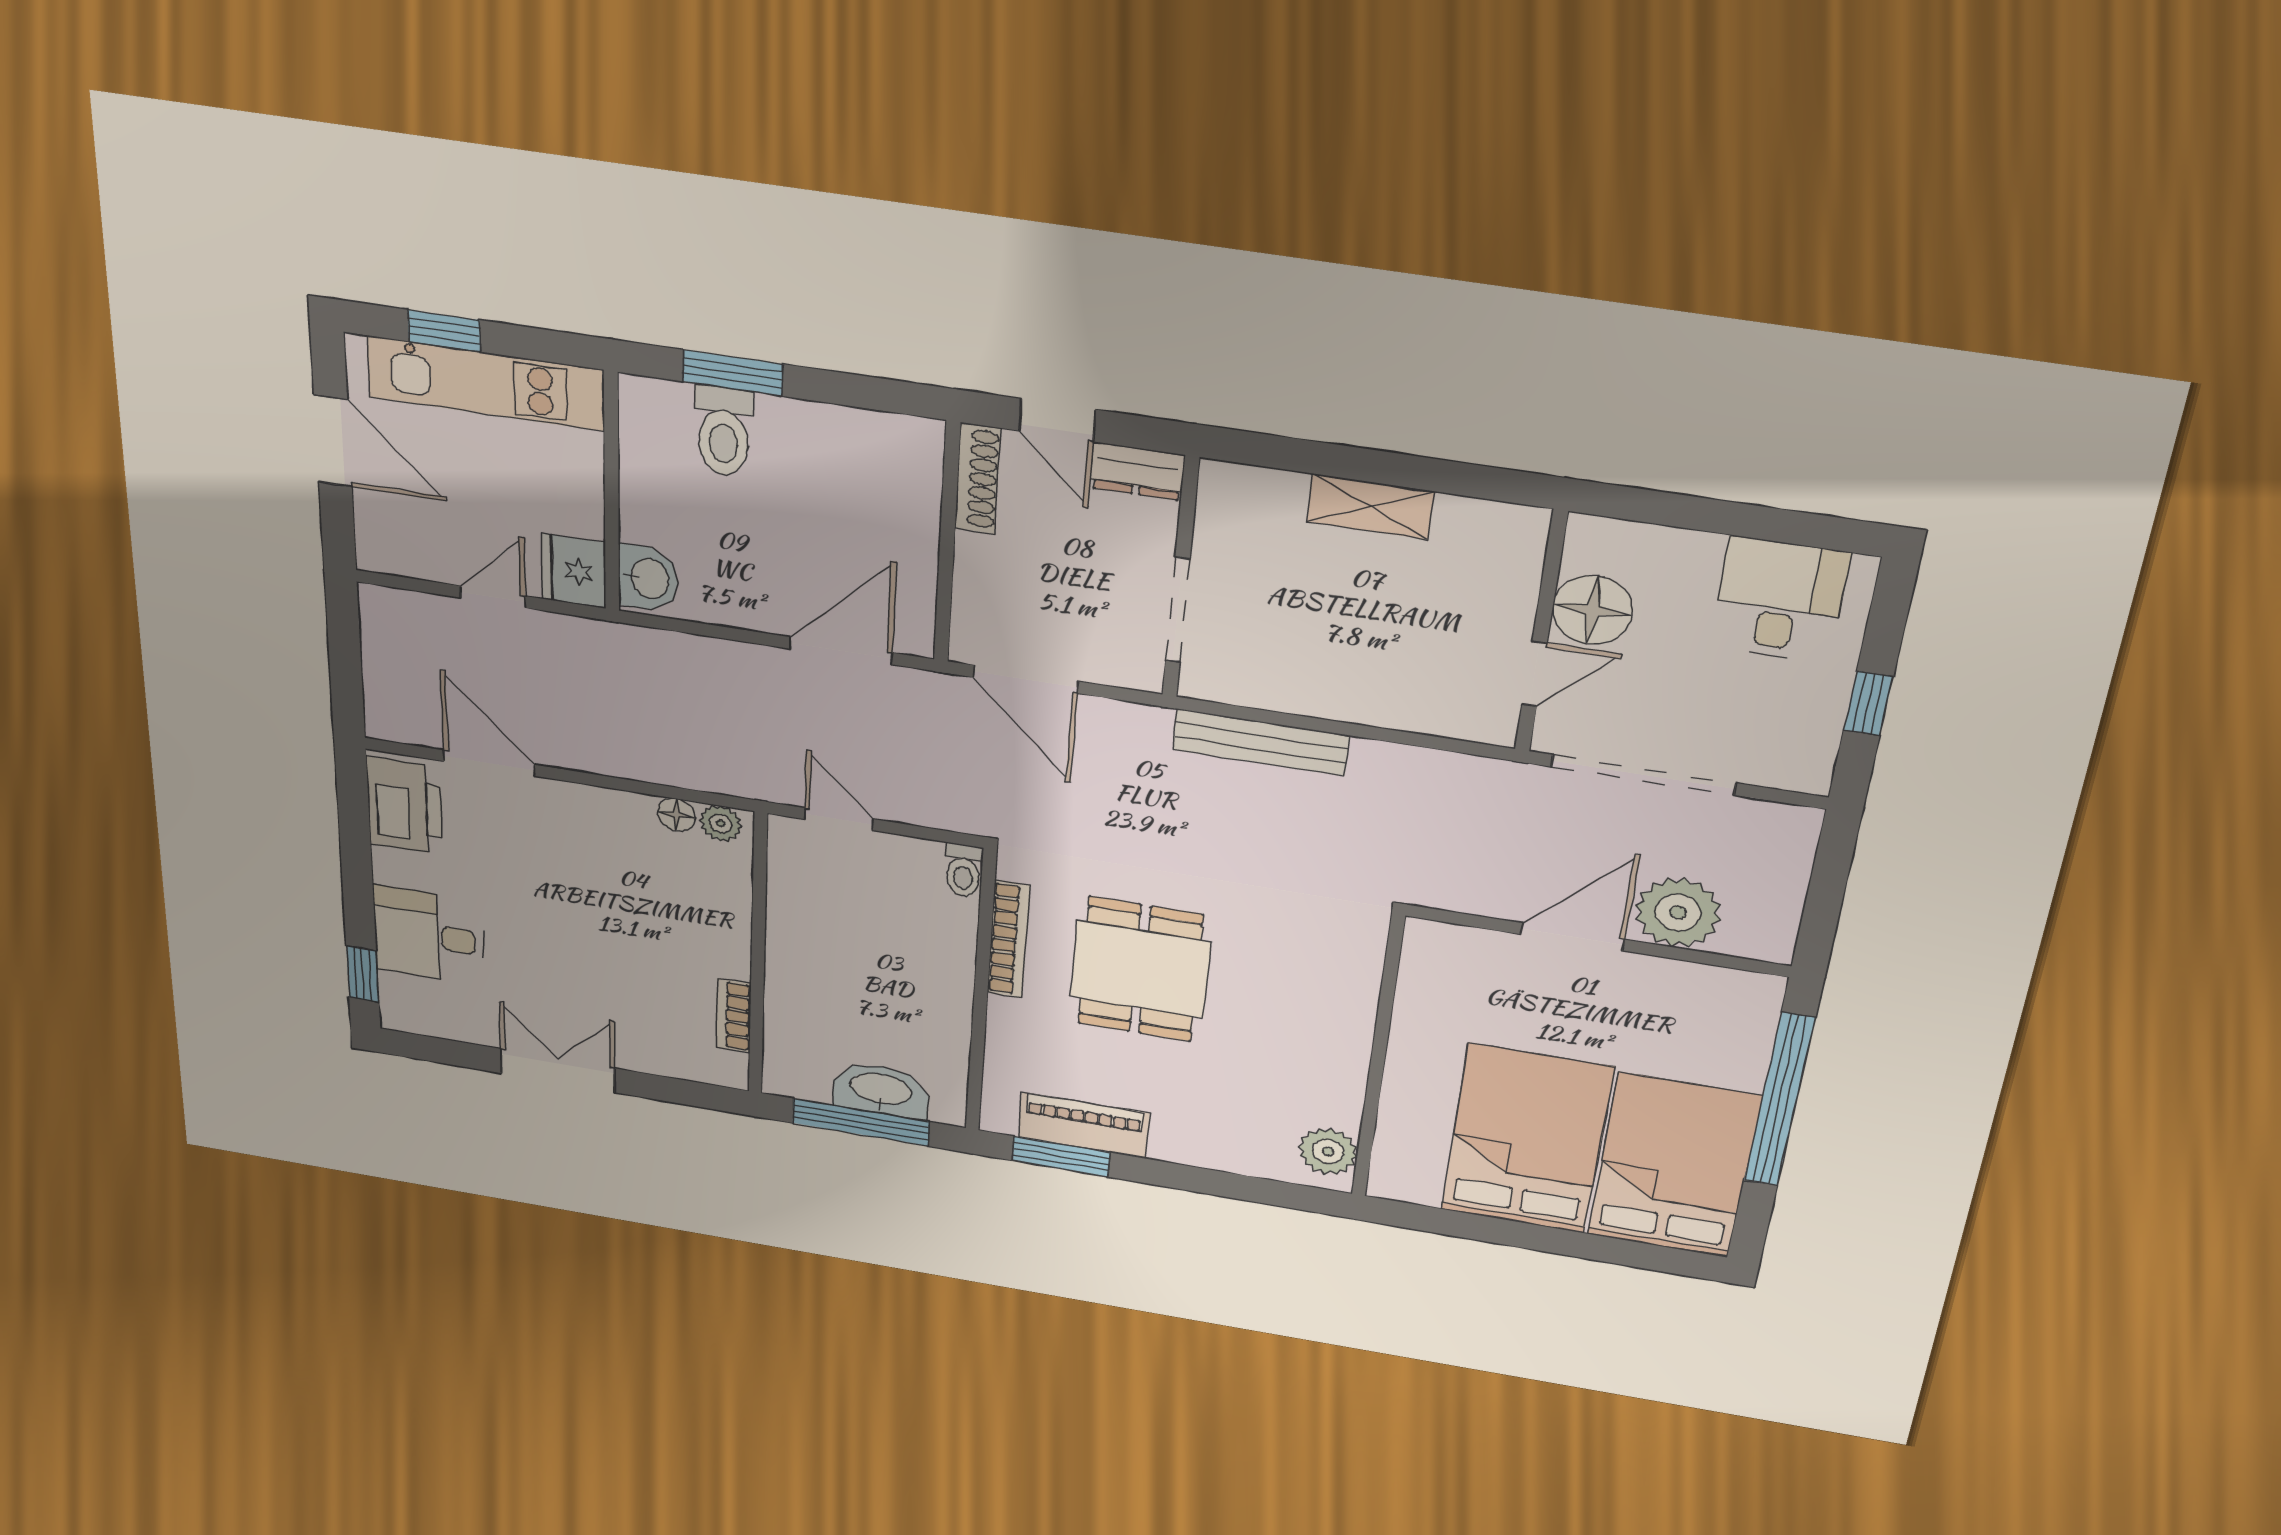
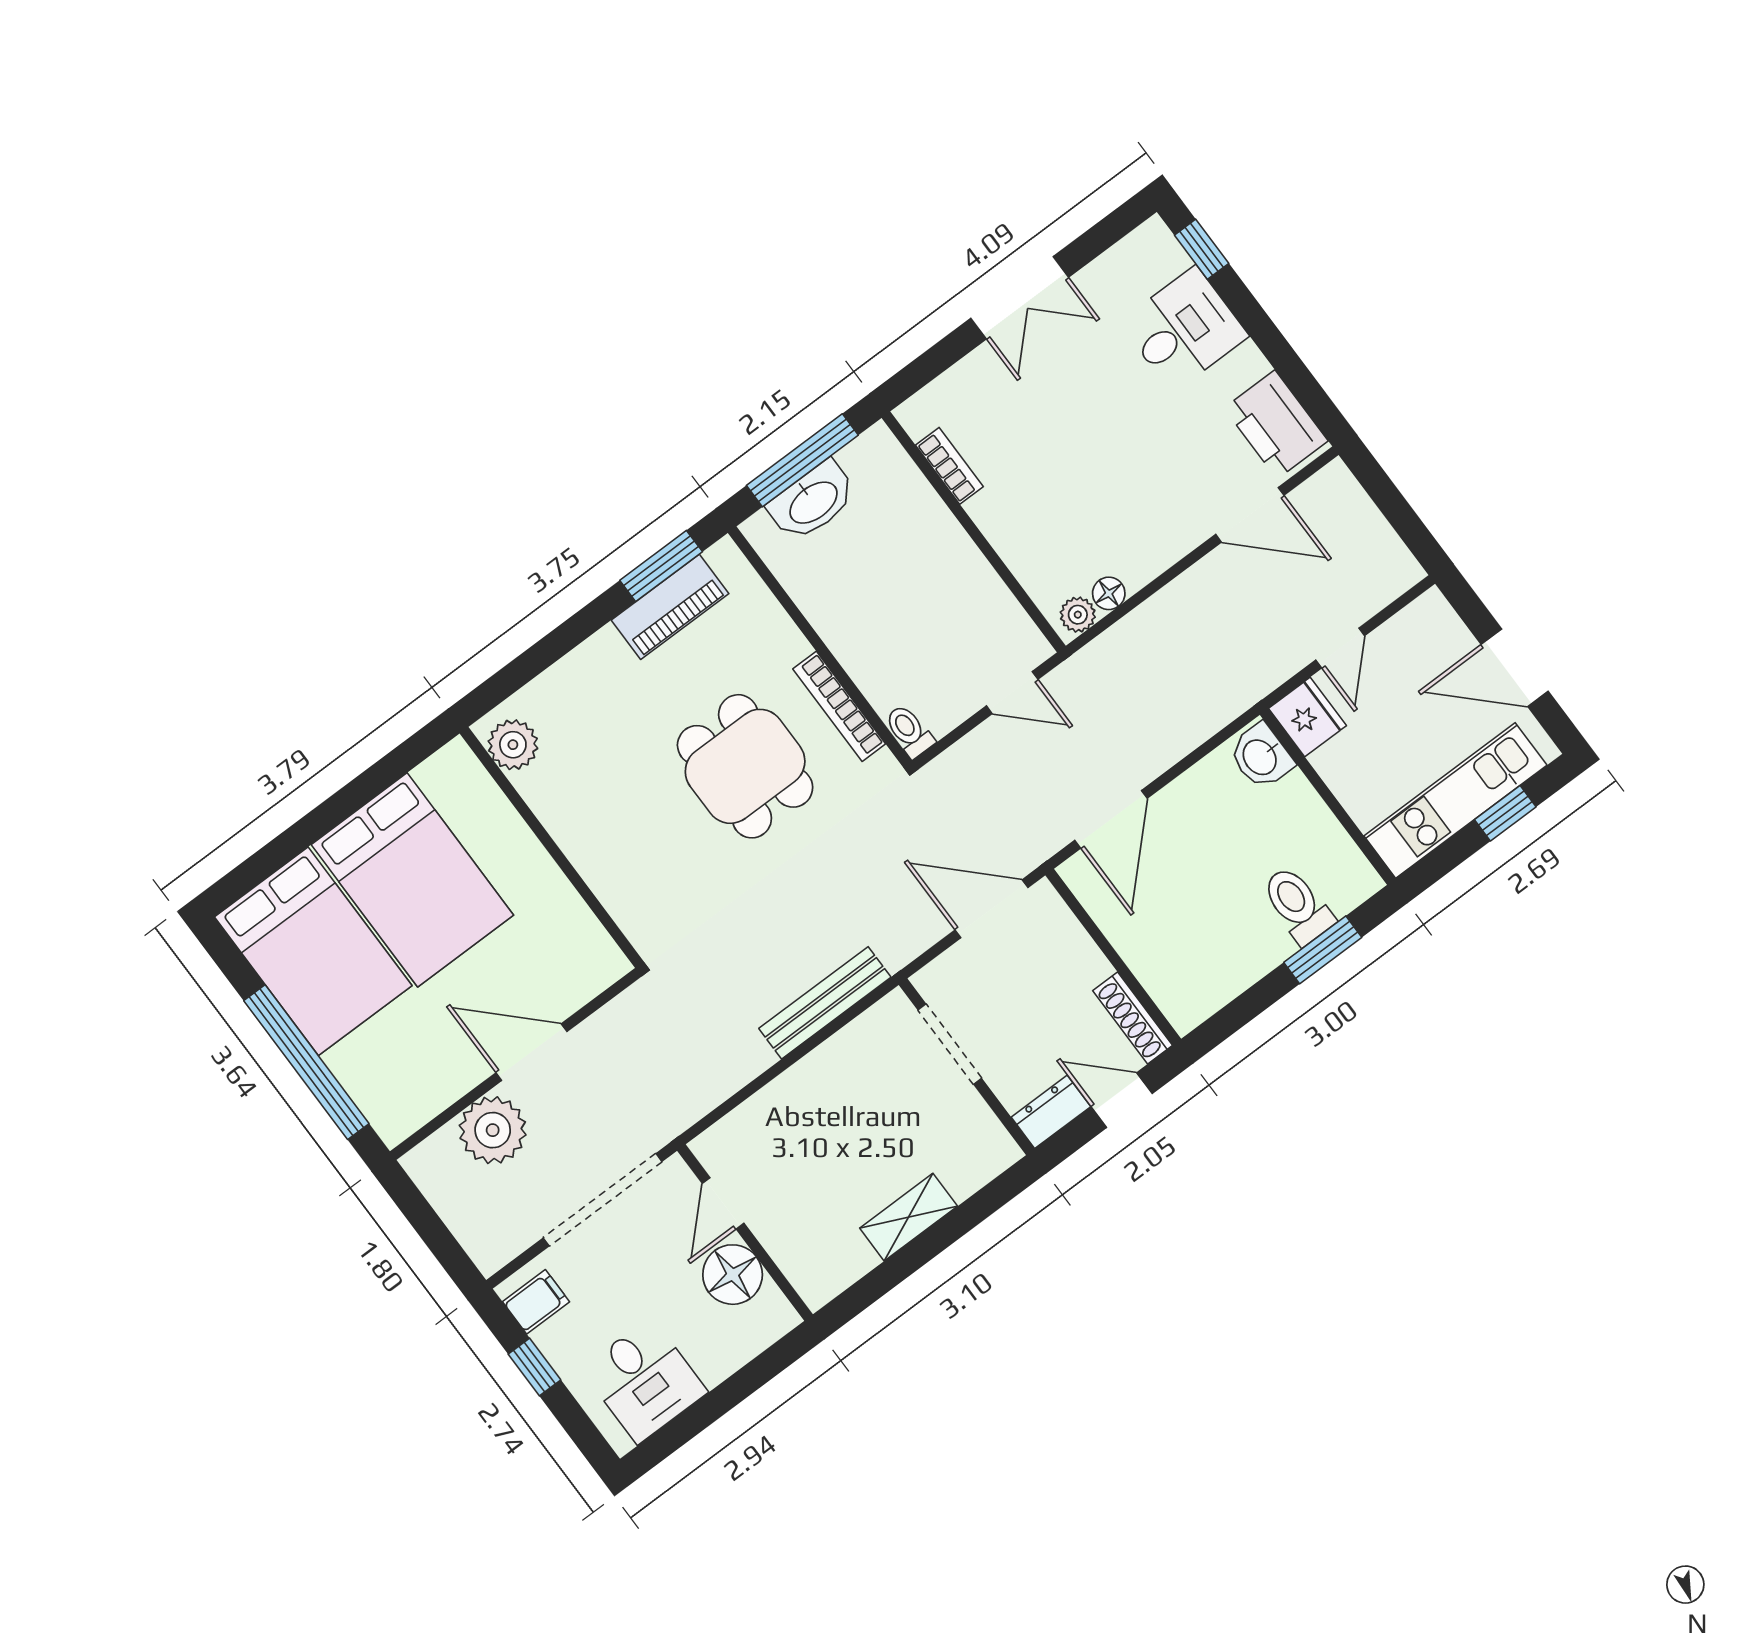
filing cabinet: (1802, 752) -> (536, 1302), added
door: (1572, 937) -> (531, 1052), swing flipped

